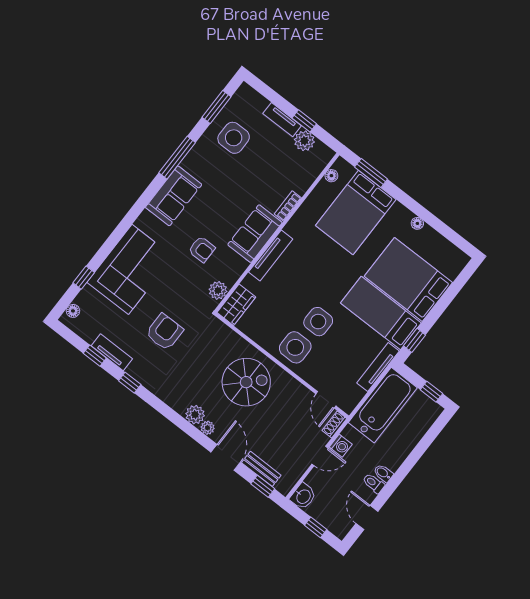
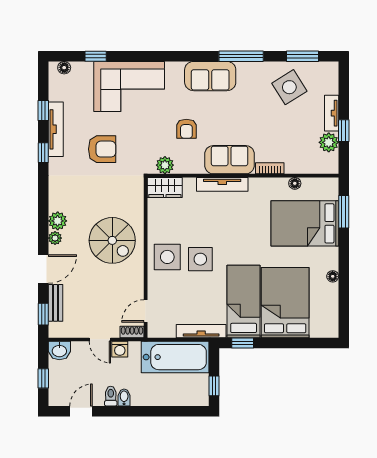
side table: (234, 138) -> (289, 87), turned -32
floor lamp: (331, 176) -> (295, 183), moved
tv unit: (112, 352) -> (56, 129), width x1.41

